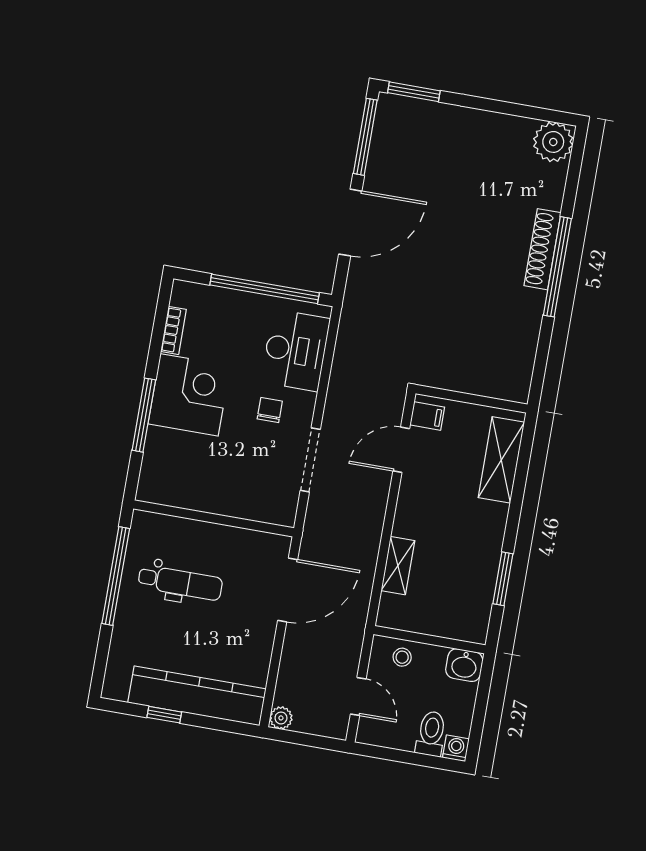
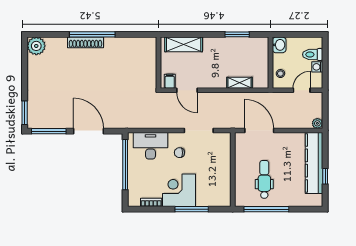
washing machine: (456, 748) -> (317, 67), moved

